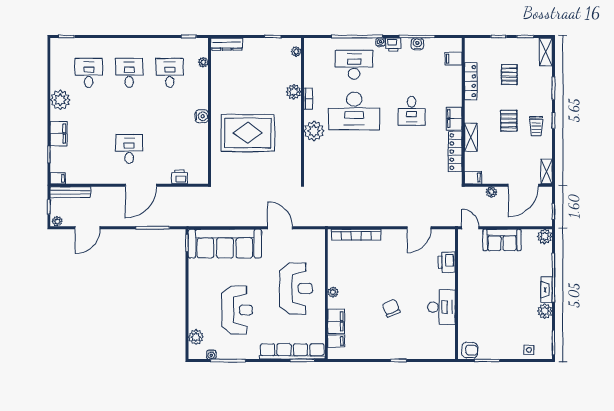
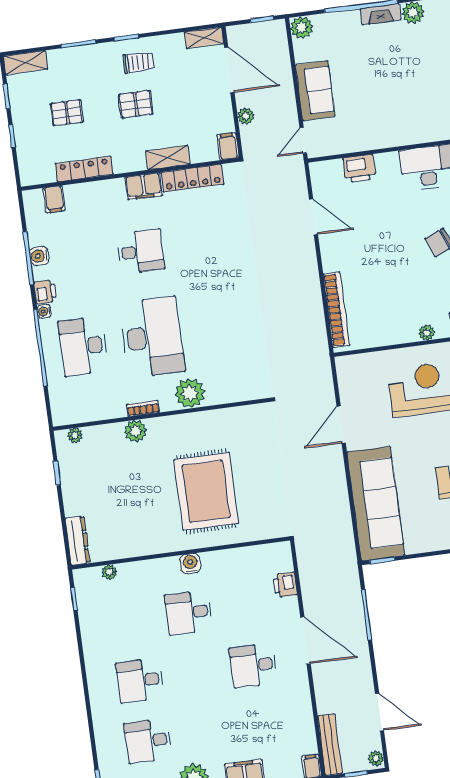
desk: (170, 73) -> (189, 612), moved

